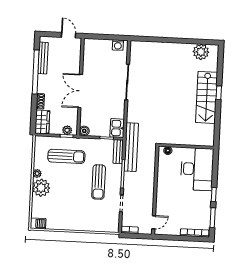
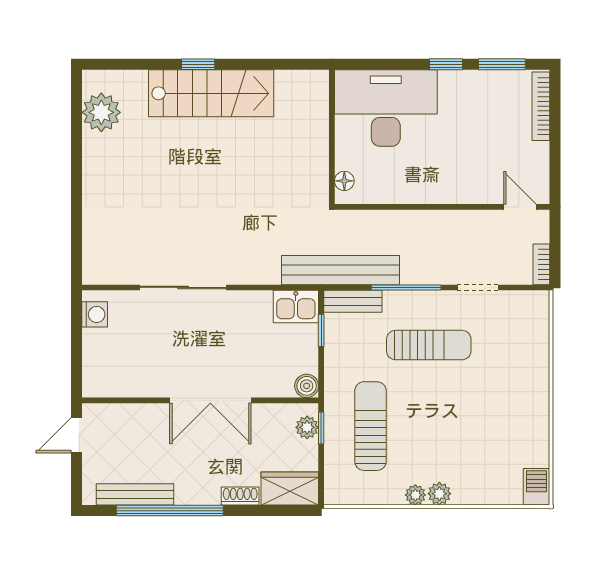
plant: (41, 188) -> (439, 494), width x0.53, depth x0.53

